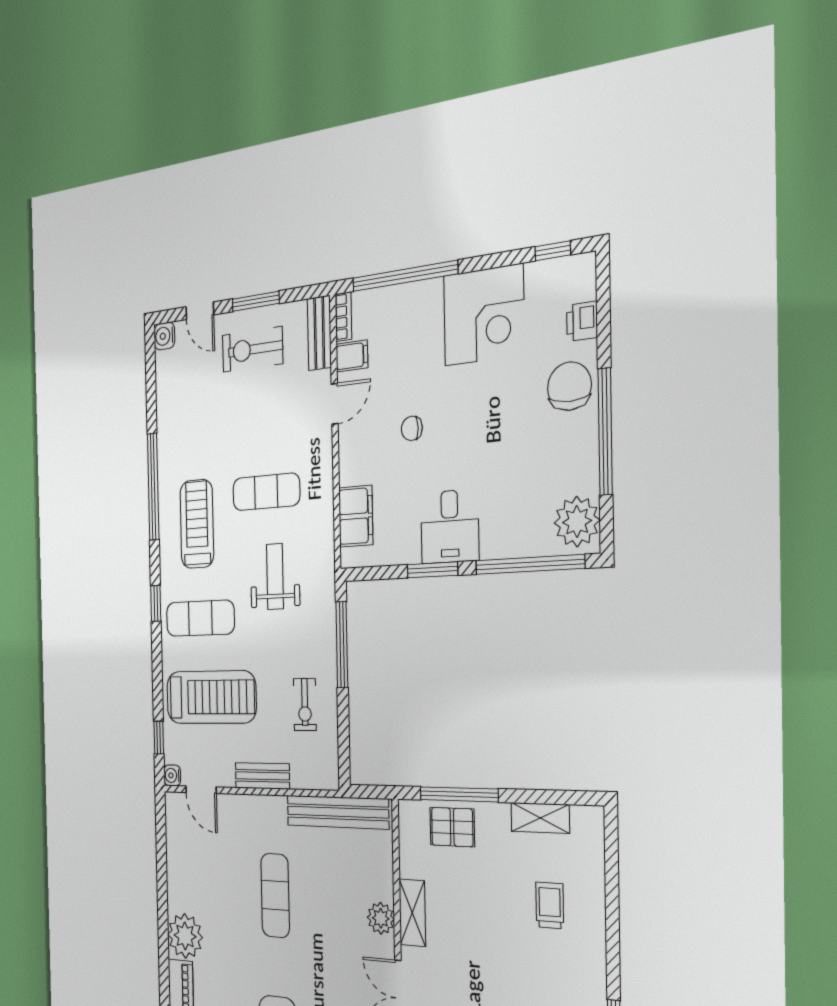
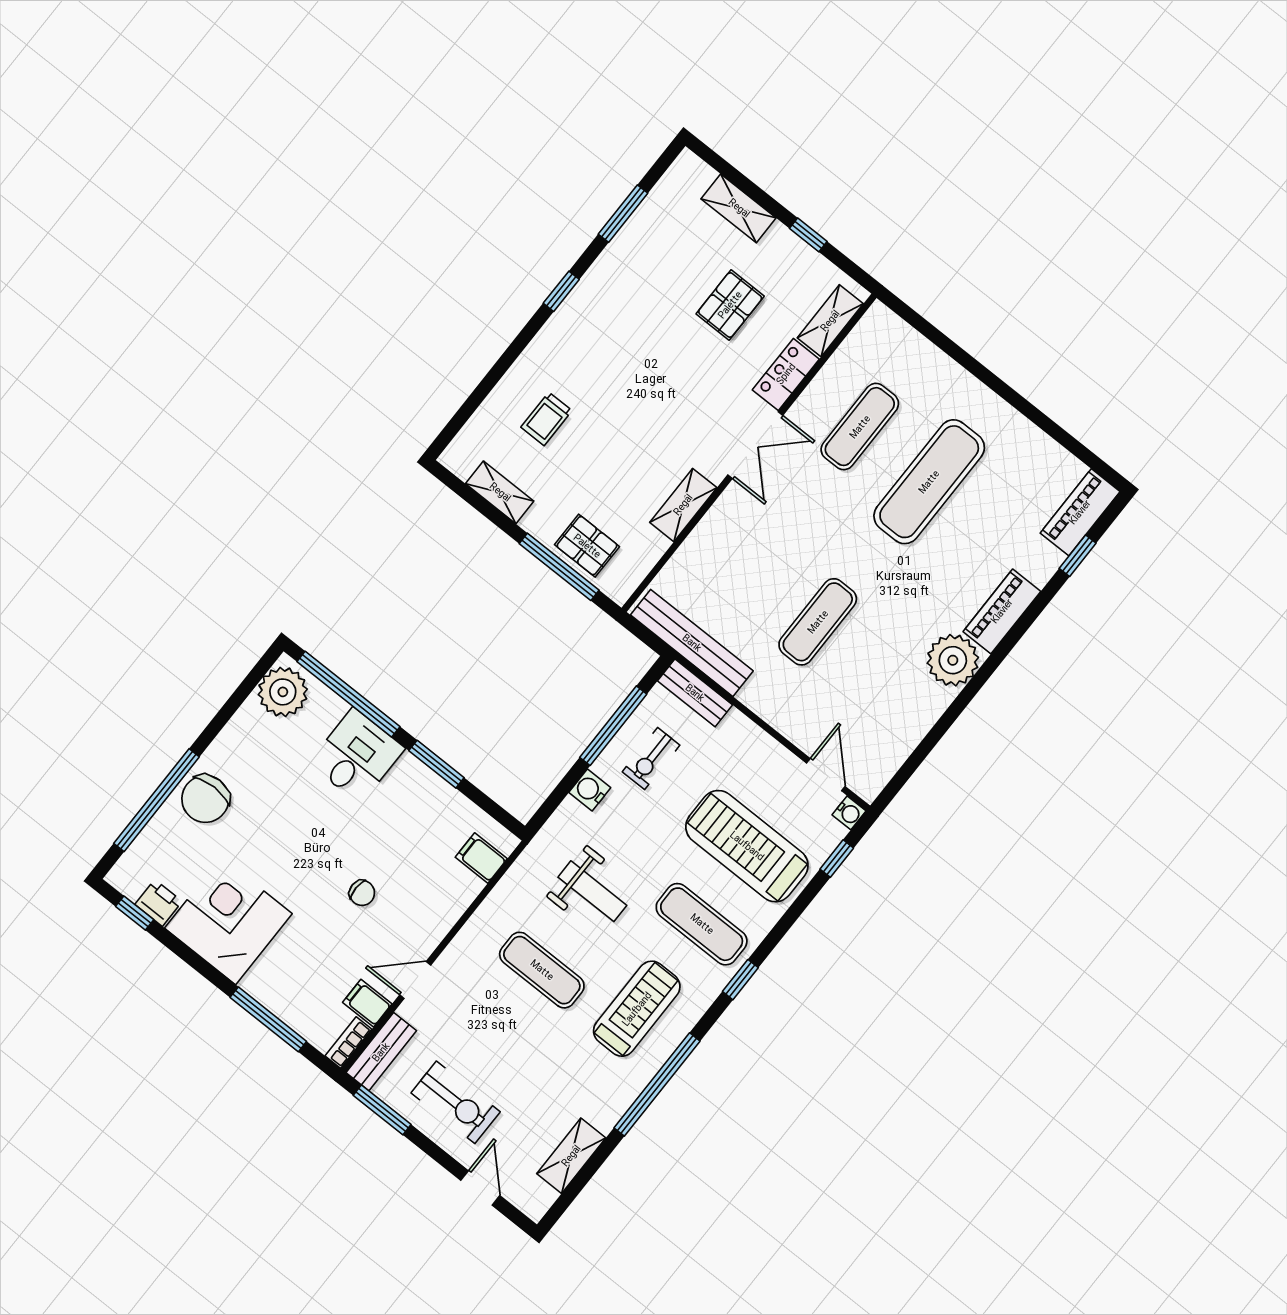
window: (405, 276) -> (268, 1019), width x0.68
window: (256, 301) -> (382, 1110), moved
printer: (582, 321) -> (158, 903), moved, turned -90
water cooler: (164, 336) -> (590, 790), moved, turned 180
shelving: (166, 389) -> (571, 1156), added
window: (605, 432) -> (157, 800), moved
filing cabinet: (356, 516) -> (481, 858), width x0.50
treadmill: (197, 524) -> (637, 1009), turned 180
desk: (450, 527) -> (357, 756), moved
weight bench: (275, 577) -> (592, 891), turned -90
window: (342, 645) -> (613, 726), moved
exercise bike: (305, 705) -> (651, 758), turned 180
bench: (262, 776) -> (695, 693), moved
plant: (381, 918) -> (719, 523), removed

